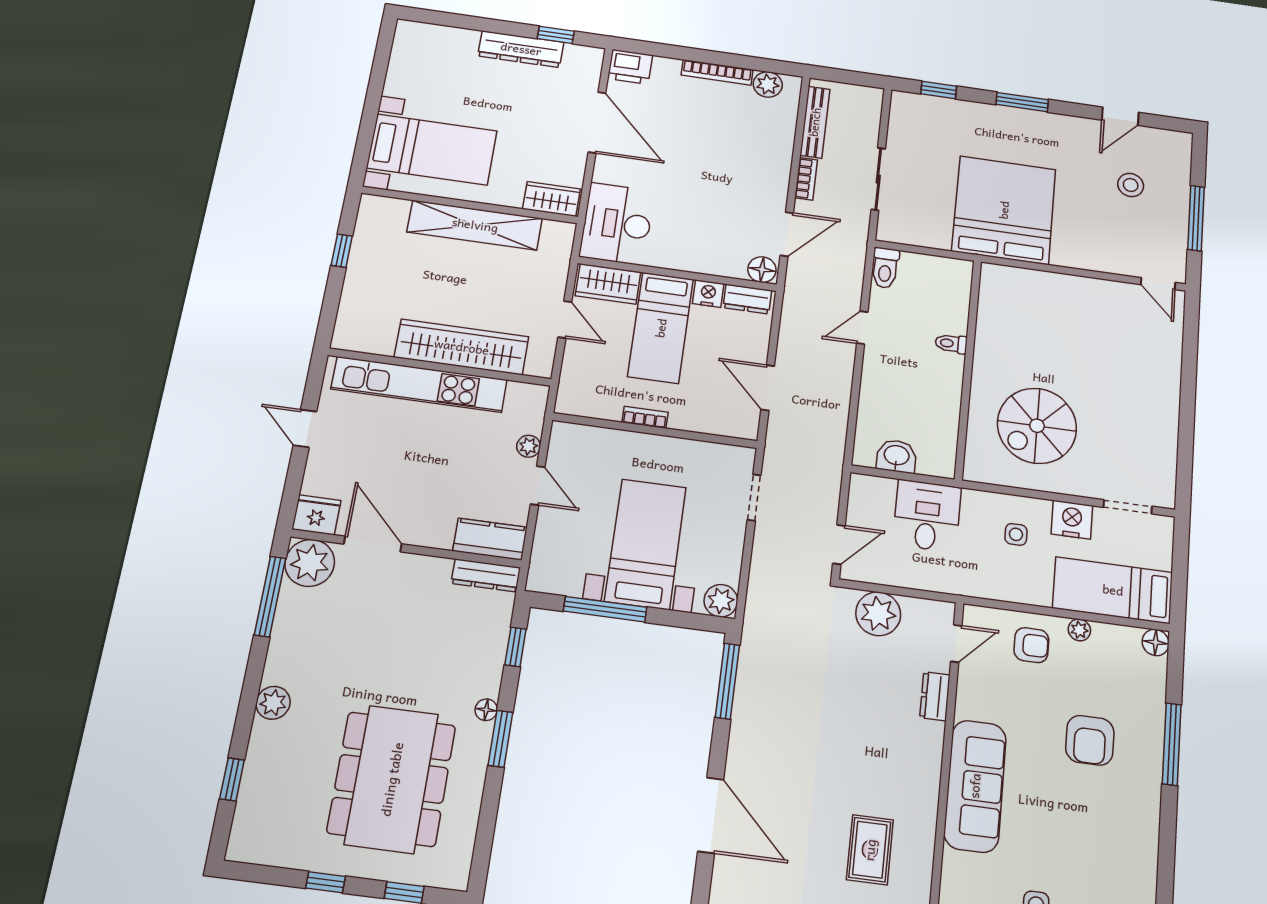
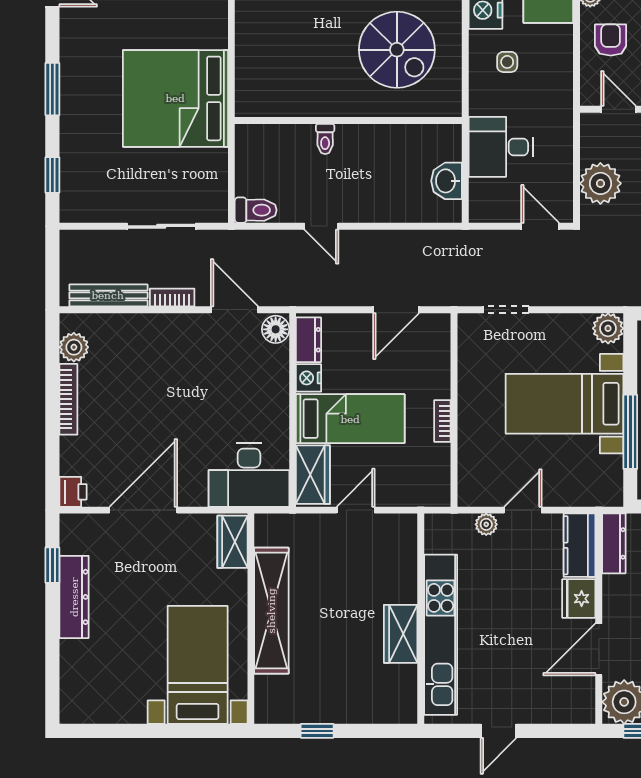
printer: (630, 67) -> (73, 492), width x0.73, depth x0.81
wardrobe: (462, 347) -> (401, 634), width x0.48, depth x0.85
fridge: (316, 515) -> (579, 599), moved

